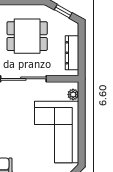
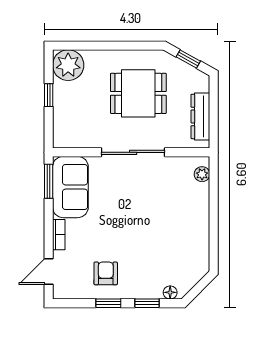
corner sofa: (57, 132) -> (179, 226), removed

